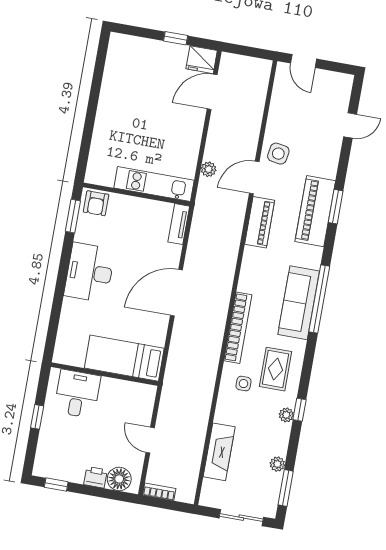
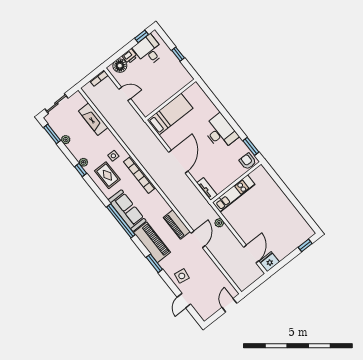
window: (176, 38) -> (305, 245), moved
door: (304, 61) -> (229, 305), hinge flipped
side table: (278, 154) -> (182, 276), moved
piano: (315, 211) -> (152, 242), moved
desk: (77, 394) -> (149, 50), moved, turned 180

